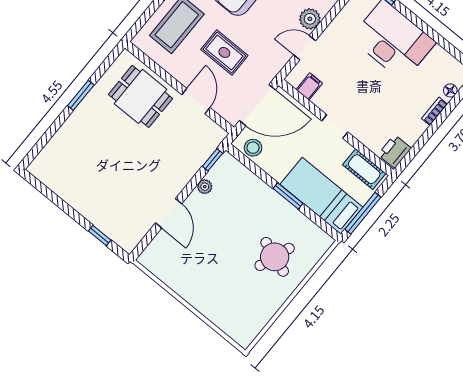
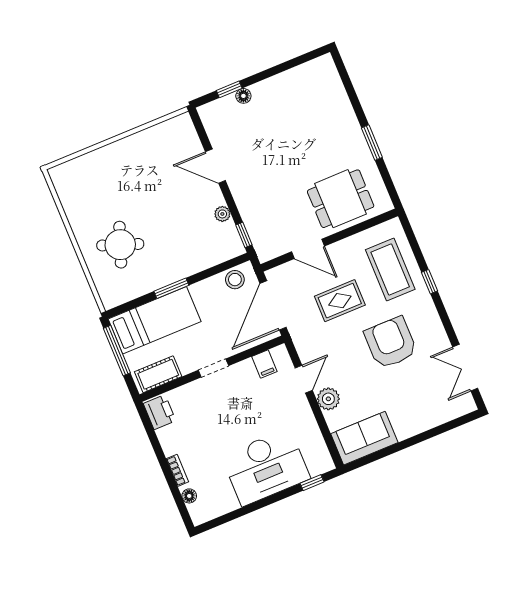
floor lamp: (99, 221) -> (243, 96), added

